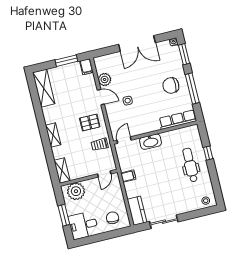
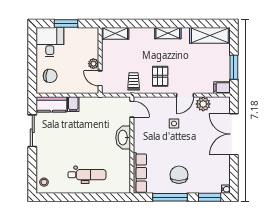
double door: (137, 43) -> (234, 134), moved
shelving: (53, 135) -> (168, 33), moved
window: (208, 153) -> (95, 197), removed
filing cabinet: (128, 176) -> (73, 104), moved
plant: (76, 191) -> (93, 64), moved, width x0.53, depth x0.53

